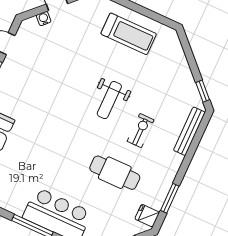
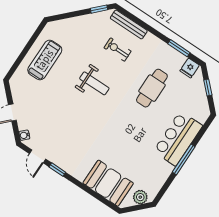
water cooler: (44, 19) -> (24, 135), moved
exercise bike: (141, 131) -> (117, 50), moved

